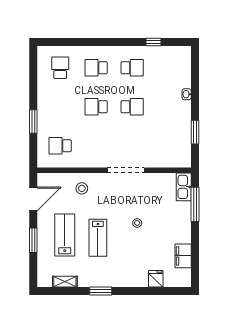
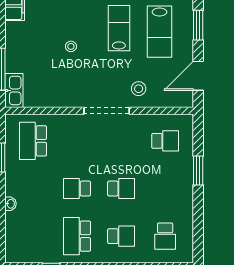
school desk: (132, 68) -> (77, 236), width x1.85
school desk: (168, 146) -> (33, 141), added
doorway: (126, 170) -> (107, 111), moved

